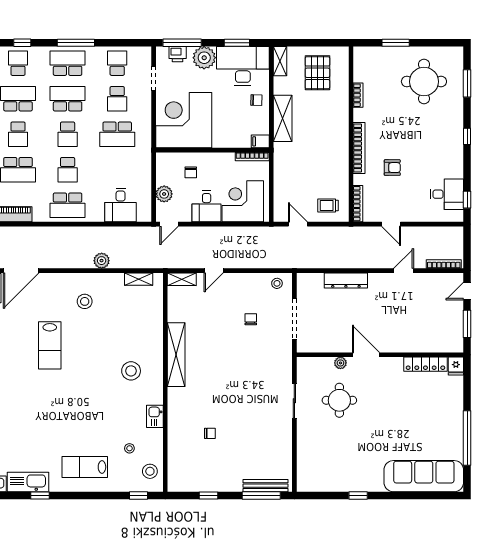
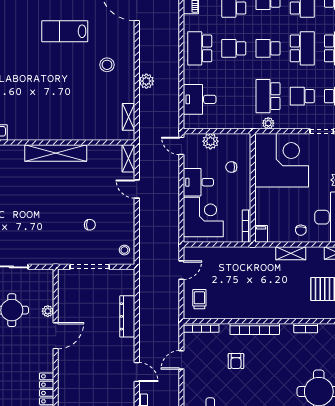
shelving: (283, 118) -> (291, 253), width x0.67, depth x0.75
plant: (145, 134) -> (268, 123), added
stool: (131, 371) -> (40, 109), removed

